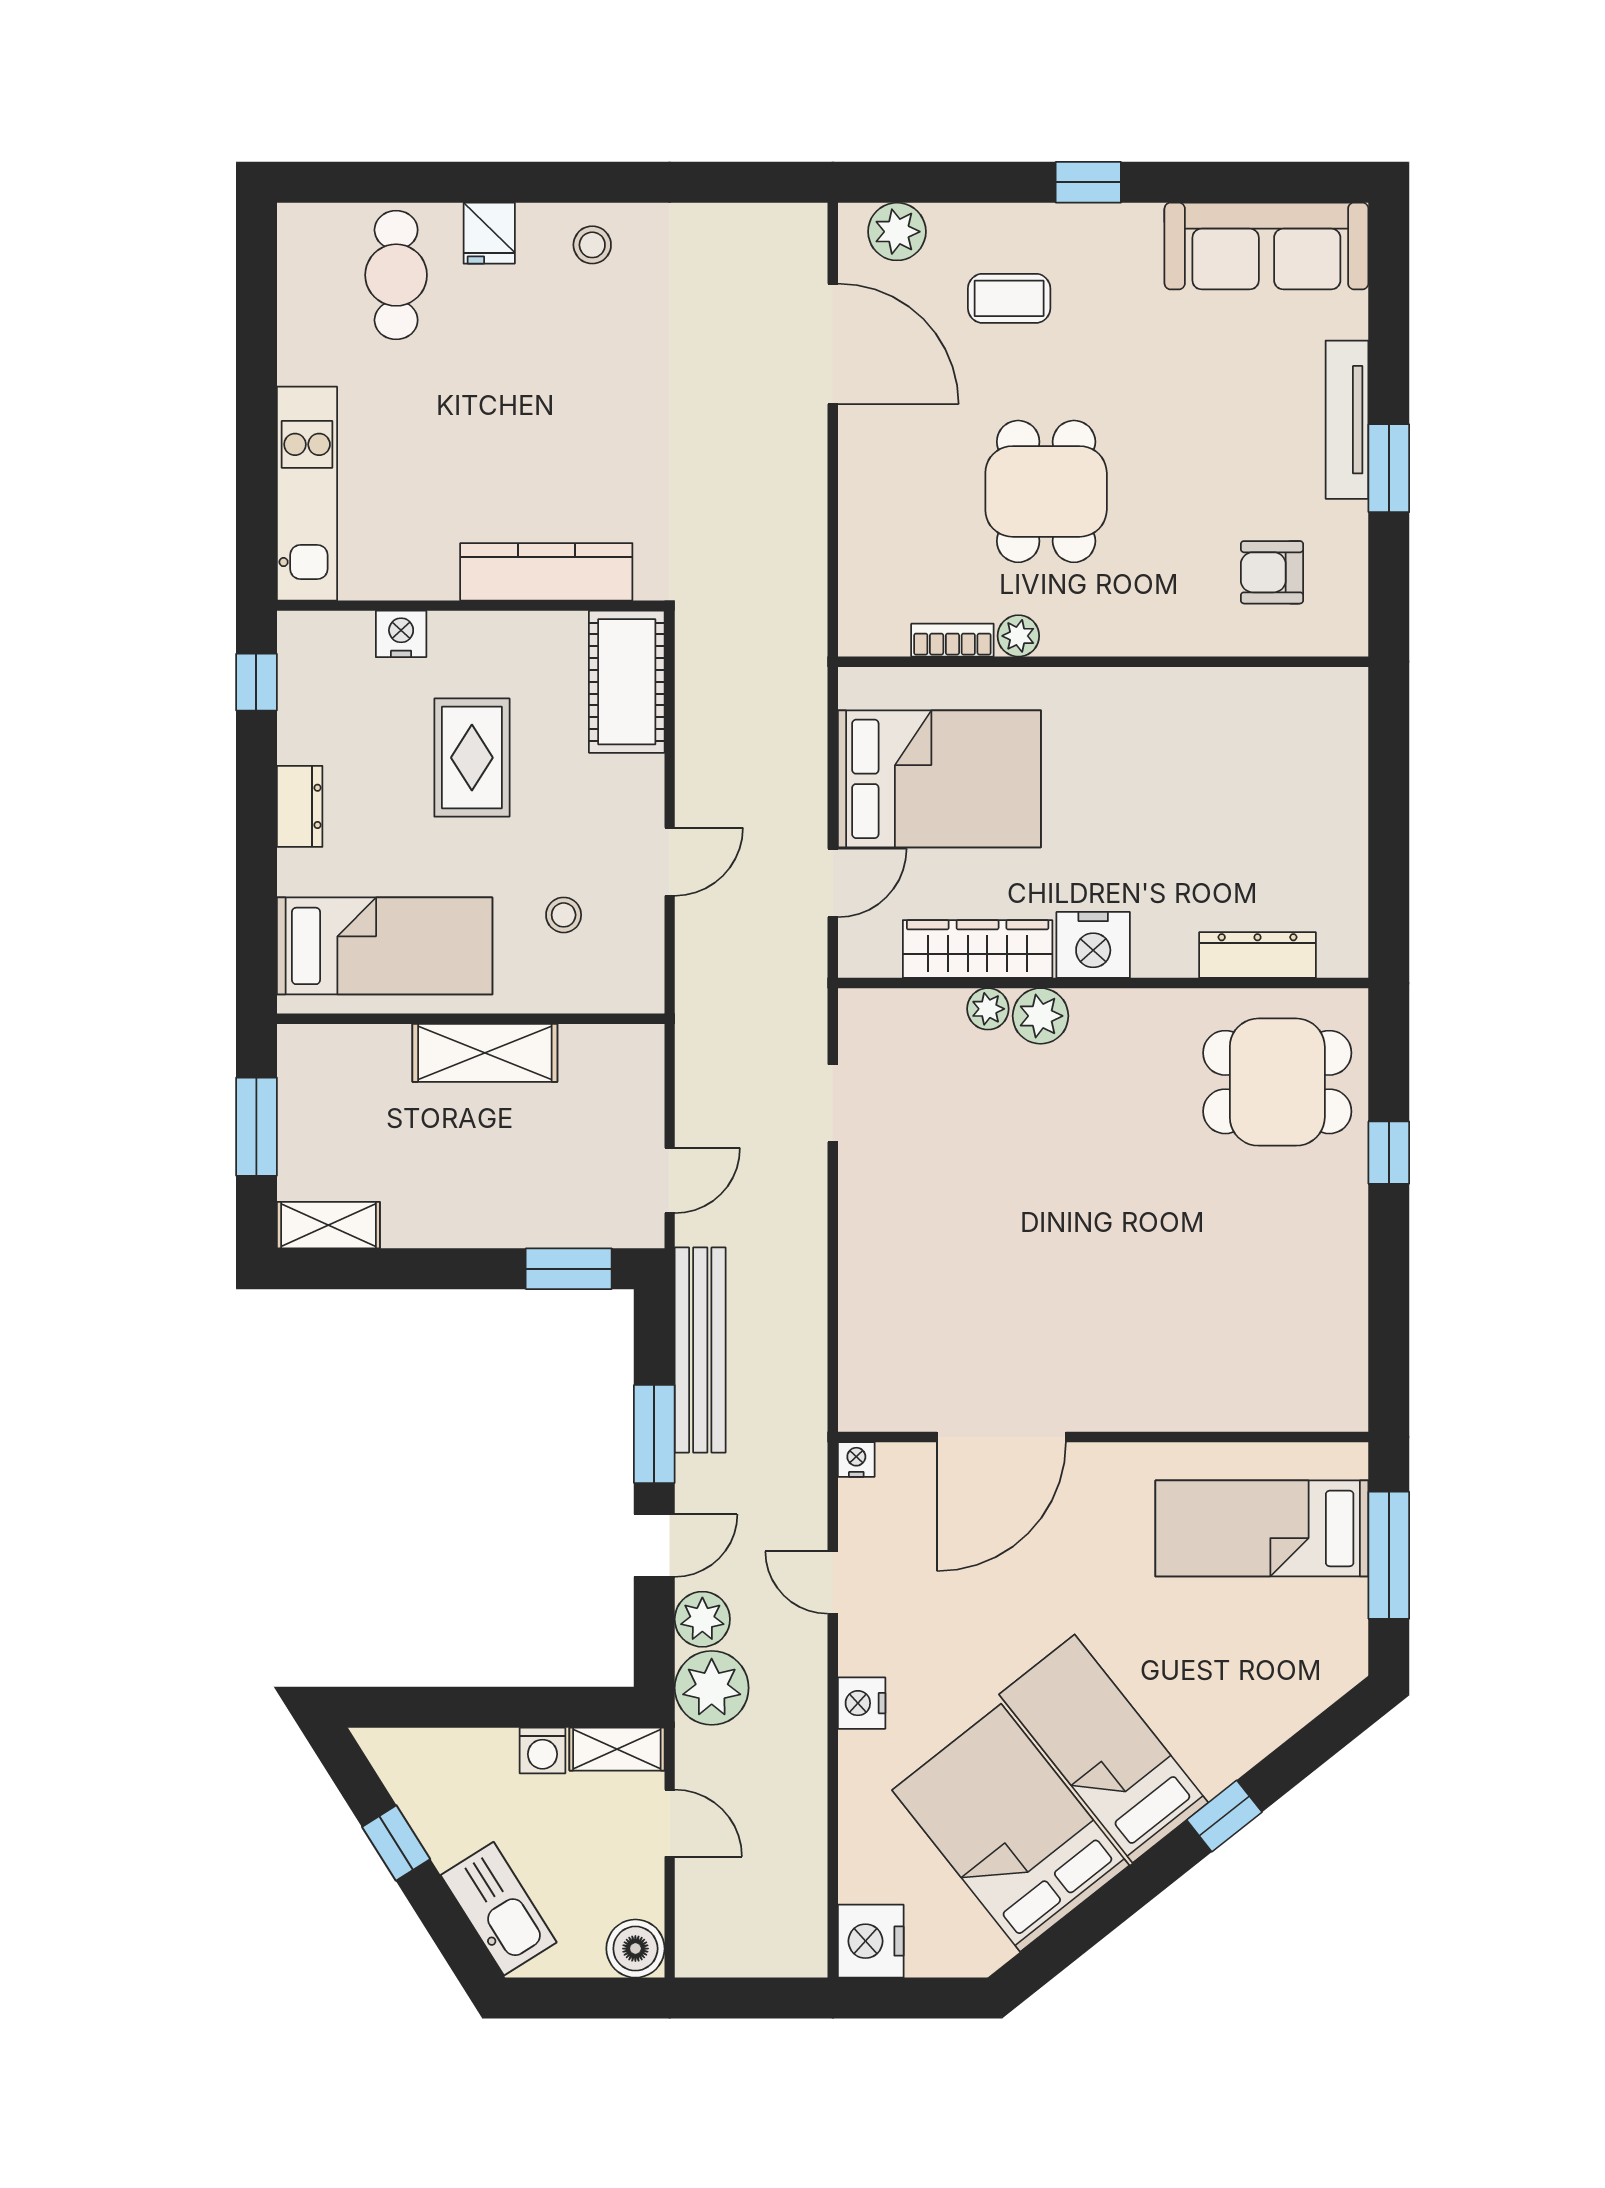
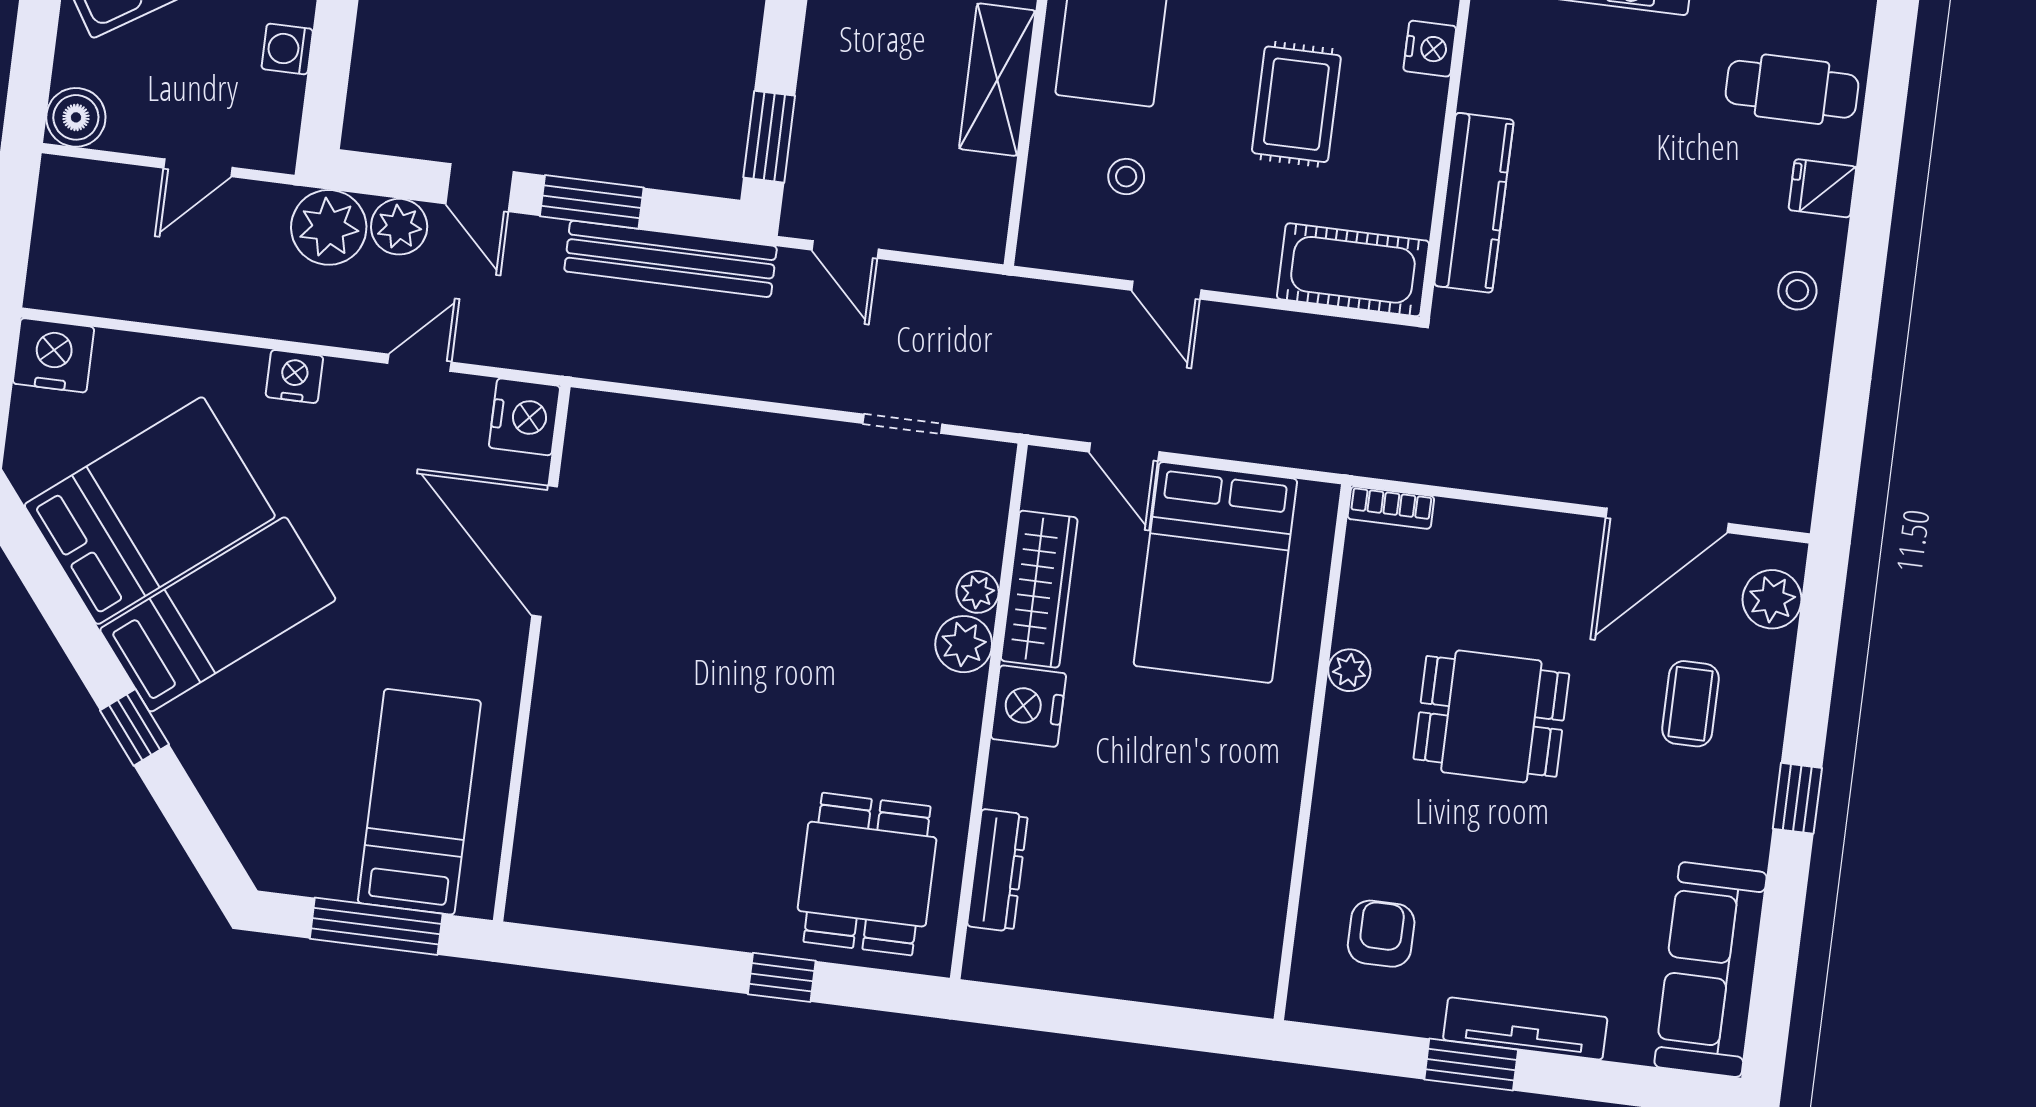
bookcase: (952, 640) -> (1391, 508), moved, turned 90
rug: (472, 758) -> (1296, 104), turned 90
nightstand: (856, 1459) -> (524, 417), width x1.89, depth x1.79
shelving: (617, 1749) -> (279, 124), removed

